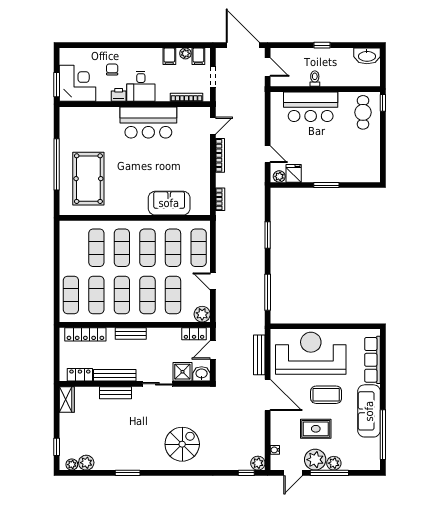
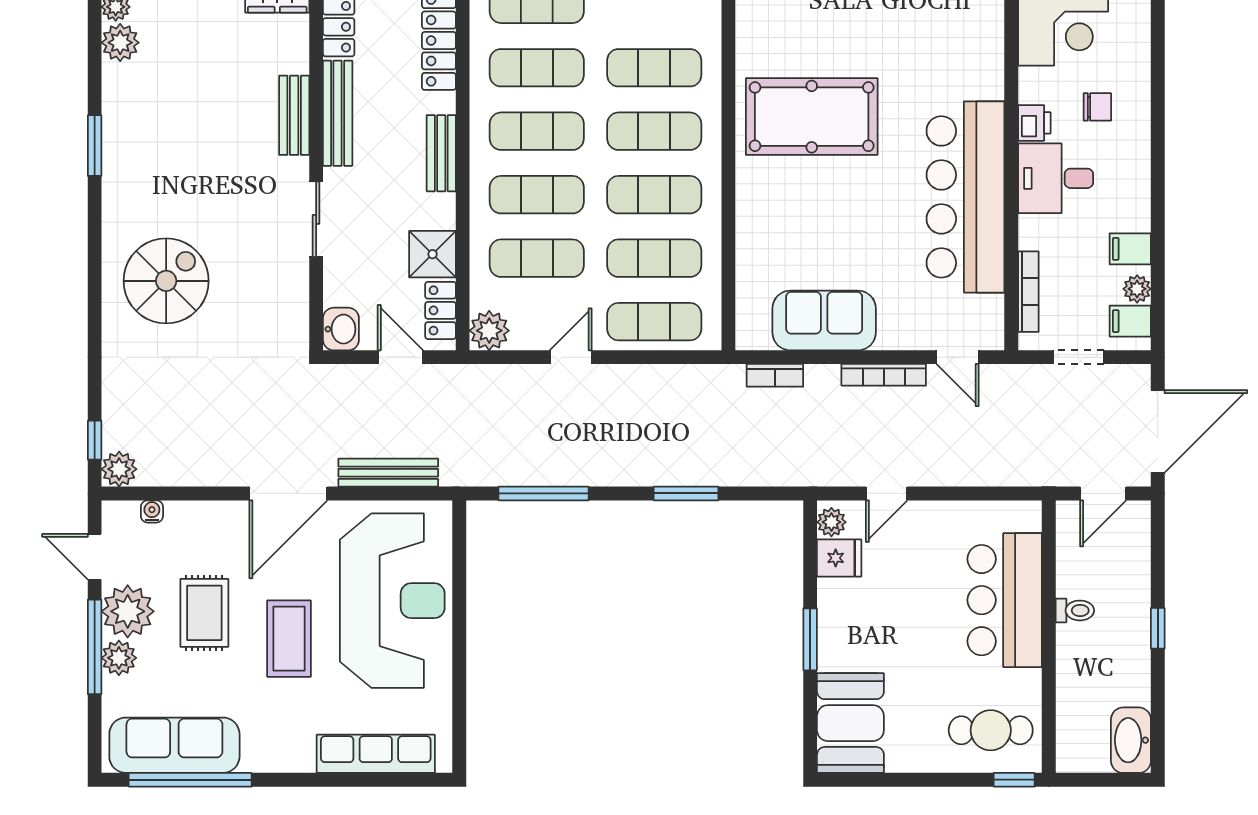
bar counter: (148, 123) -> (965, 197), width x1.36
booth: (360, 169) -> (850, 723), added
pool table: (88, 179) -> (812, 117), moved
sofa: (169, 203) -> (824, 320), moved, turned -90
shower: (182, 372) -> (433, 254), moved
sofa: (369, 411) -> (174, 745), moved
spiral stairs: (182, 444) -> (166, 281), turned -90

